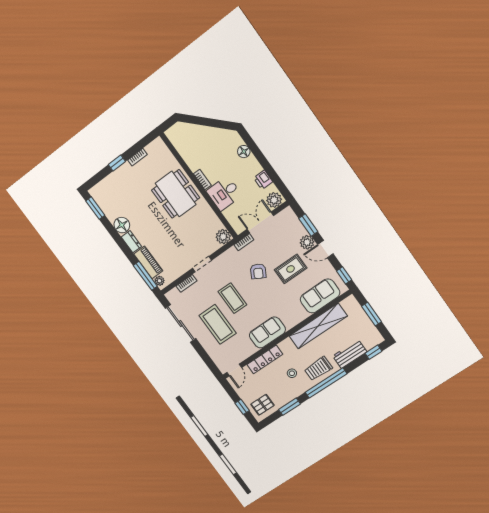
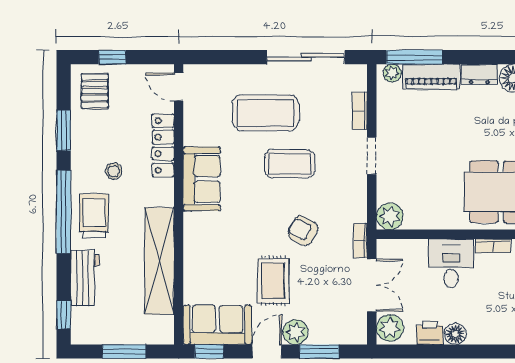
floor lamp: (244, 152) -> (455, 334), moved
sofa: (320, 296) -> (217, 325), moved, turned -90

